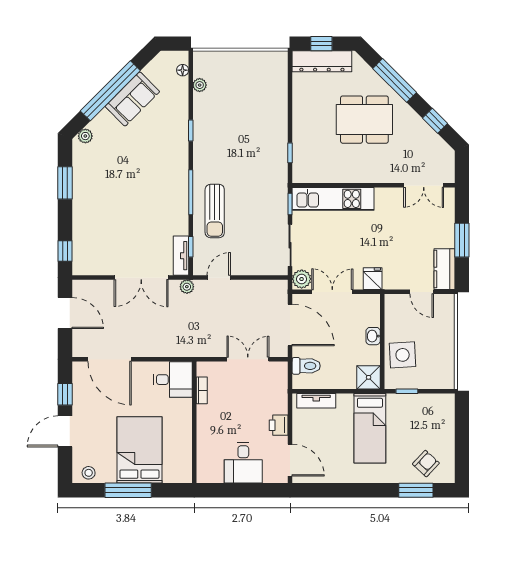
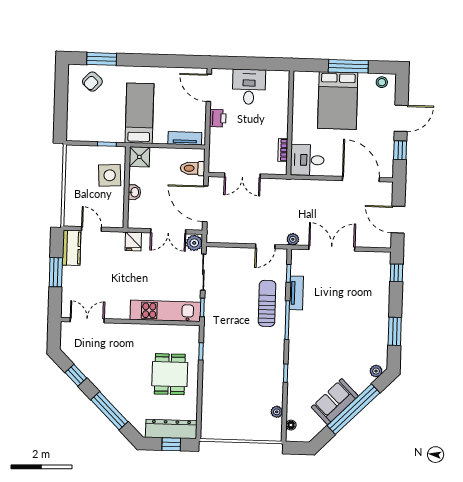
dining table: (364, 120) -> (170, 374), moved, width x0.73
tv unit: (181, 256) -> (296, 293), moved

